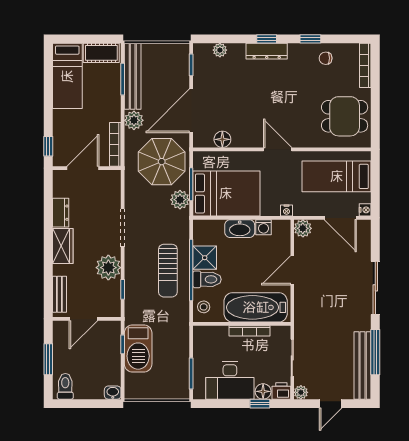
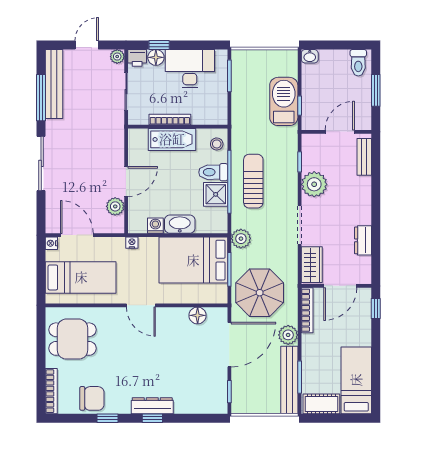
plant: (220, 50) -> (200, 407), removed
chair: (326, 58) -> (92, 398), width x1.87, depth x1.87
plant: (180, 200) -> (241, 239), moved
plant: (303, 228) -> (115, 206), moved
wardrobe: (63, 246) -> (312, 265), moved, turned 180
bathtub: (256, 307) -> (172, 139), width x0.73, depth x0.73

